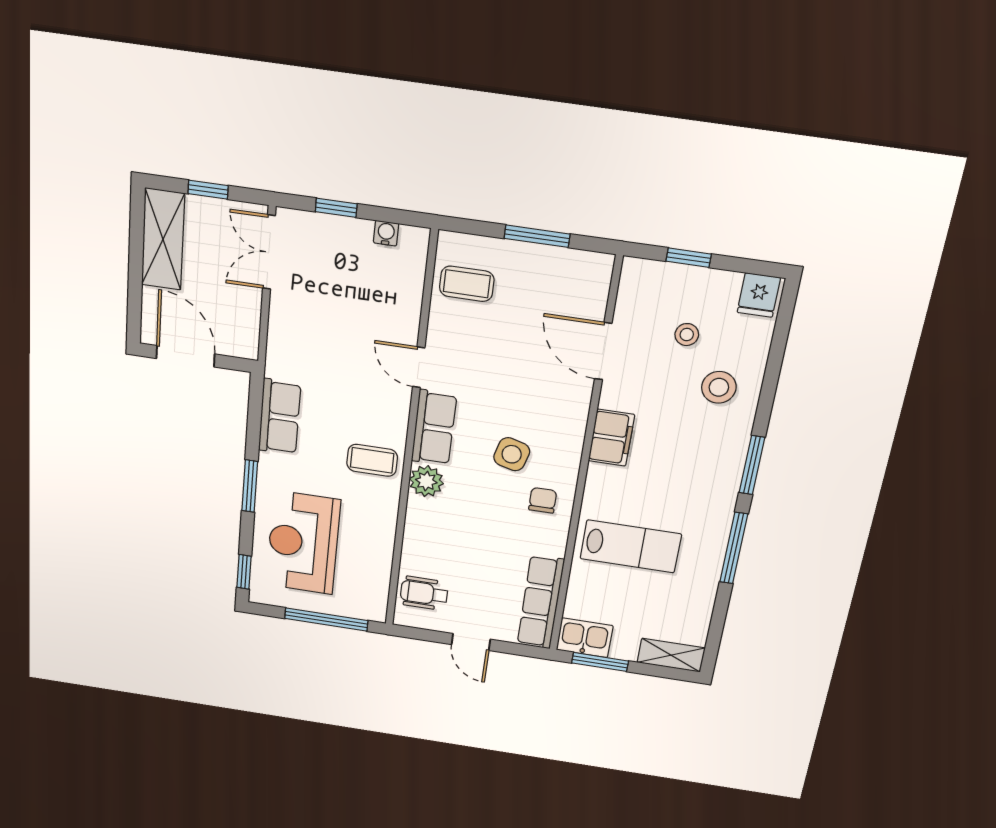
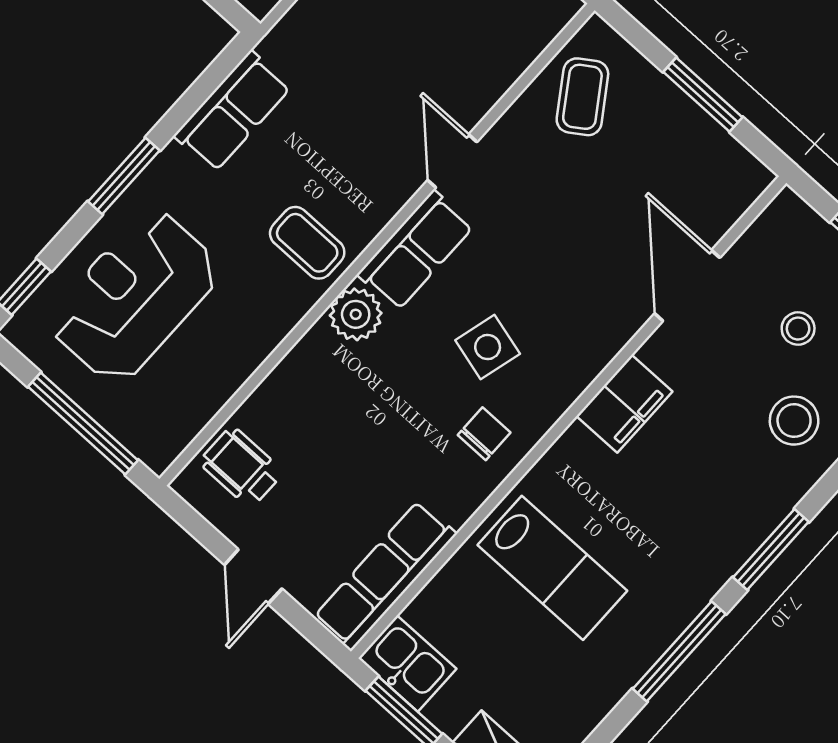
coffee table: (467, 284) -> (582, 97), turned 56

